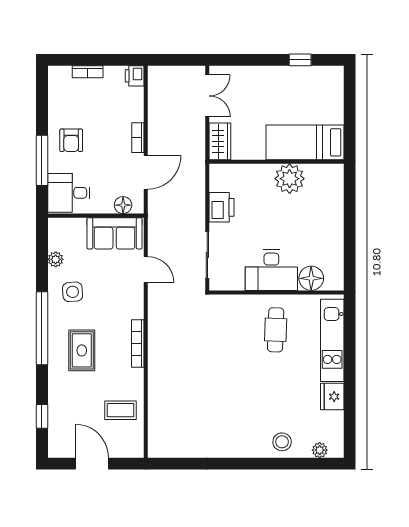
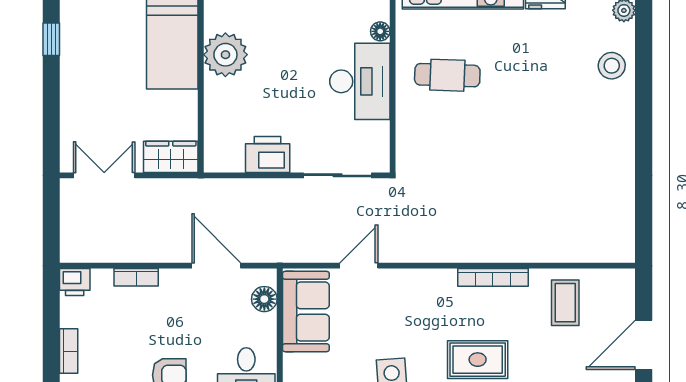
bookcase: (138, 138) -> (136, 277), moved
floor lamp: (311, 278) -> (380, 31), width x0.53, depth x0.53
bookcase: (138, 344) -> (493, 277), moved

